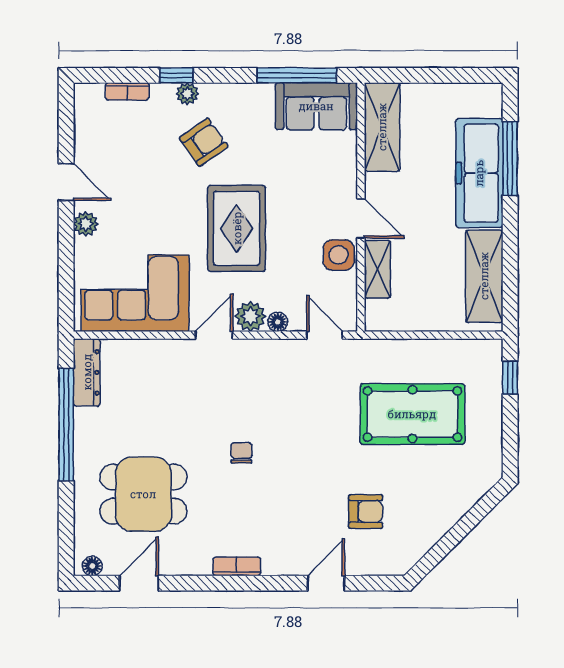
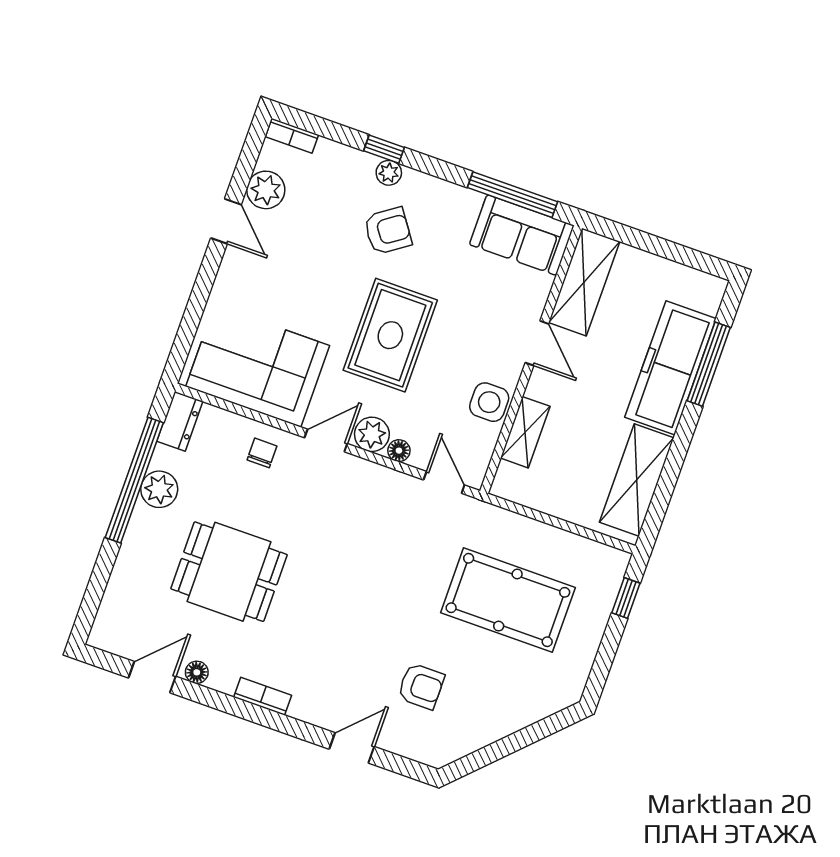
bookcase: (127, 91) -> (292, 136), moved
door: (361, 218) -> (537, 343), moved
plant: (86, 224) -> (266, 190), moved, width x1.38, depth x1.38
dresser: (87, 372) -> (180, 421), width x0.70
plant: (90, 425) -> (159, 489), added
chair: (241, 453) -> (262, 453), moved
dining table: (143, 494) -> (229, 572), moved
floor lamp: (92, 566) -> (197, 672), moved

